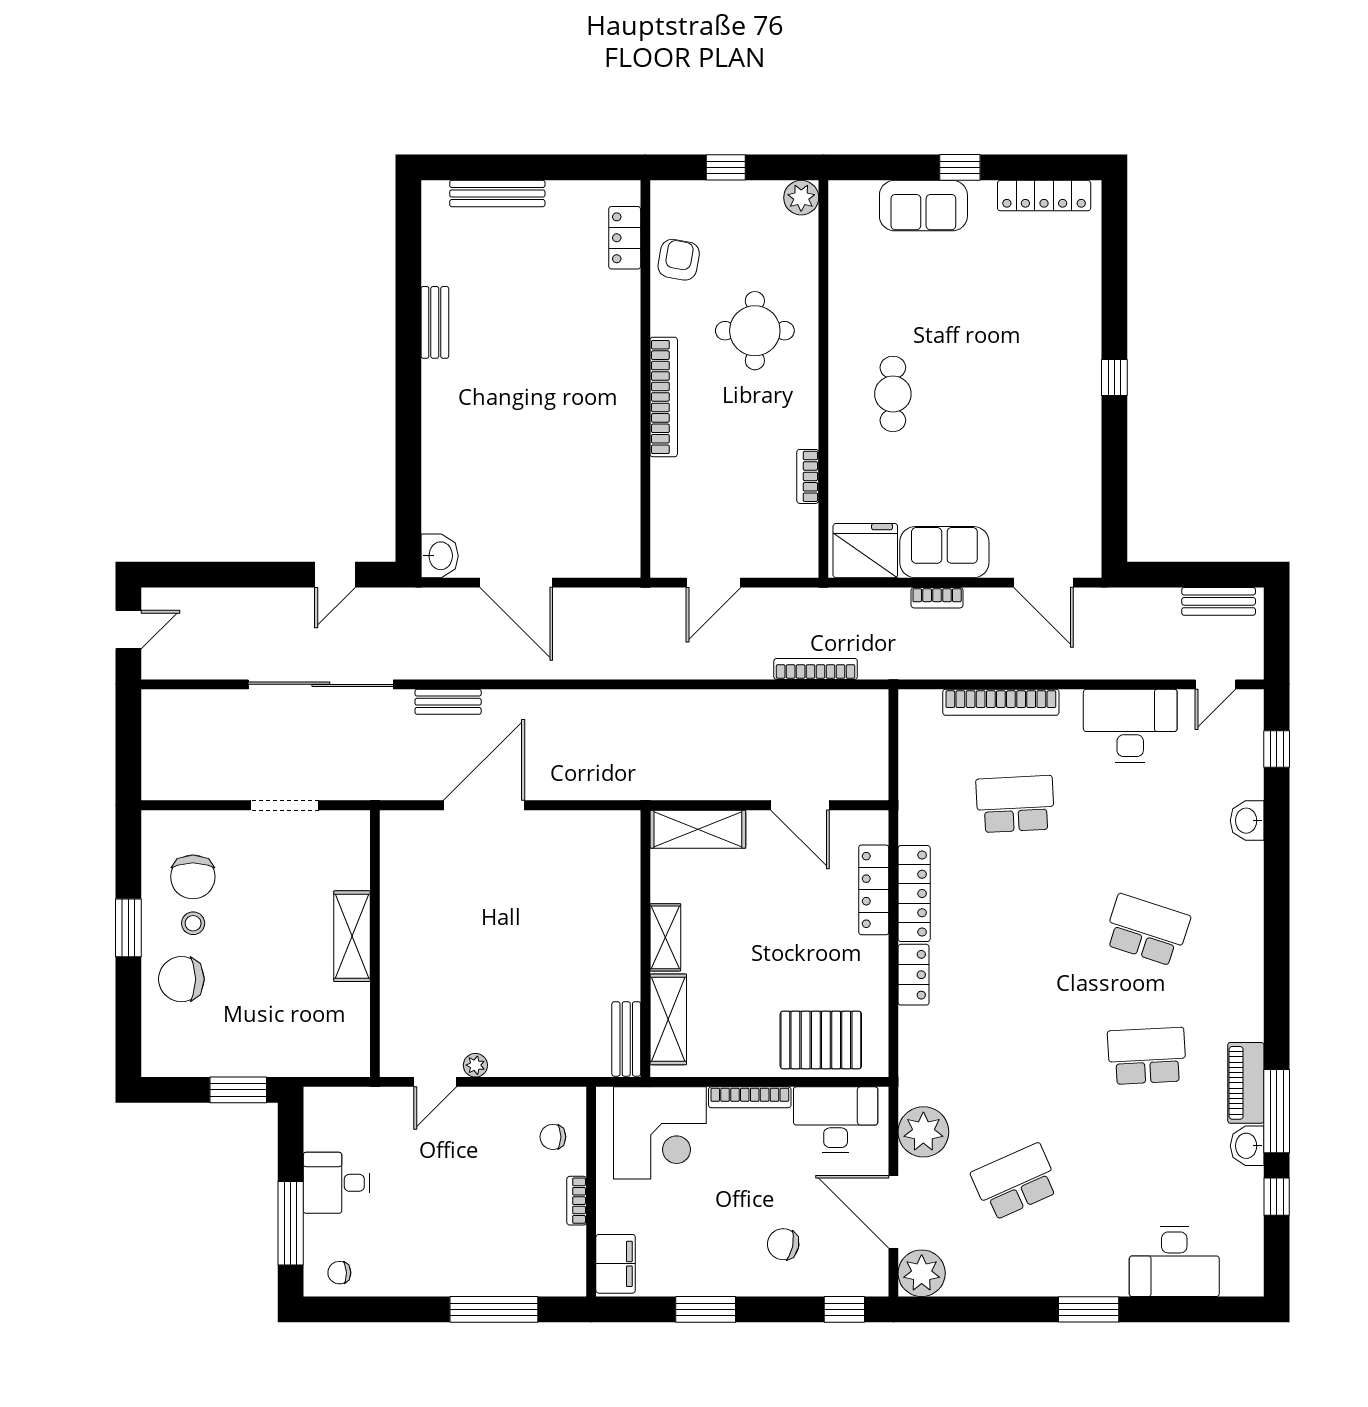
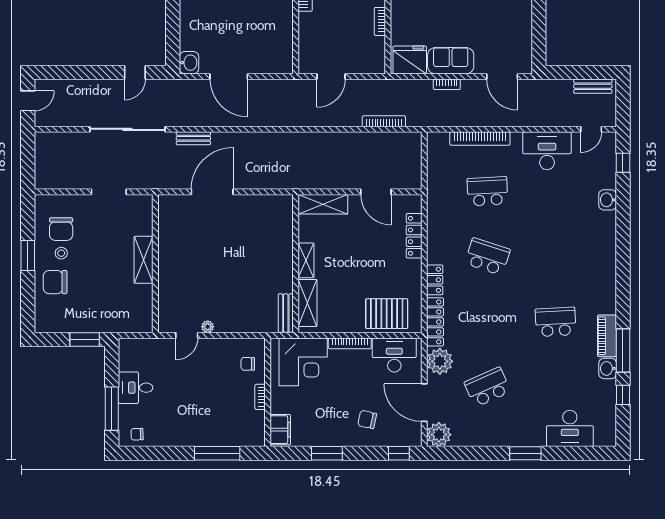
locker: (914, 893) -> (435, 322), moved
school desk: (1147, 930) -> (487, 257), moved

